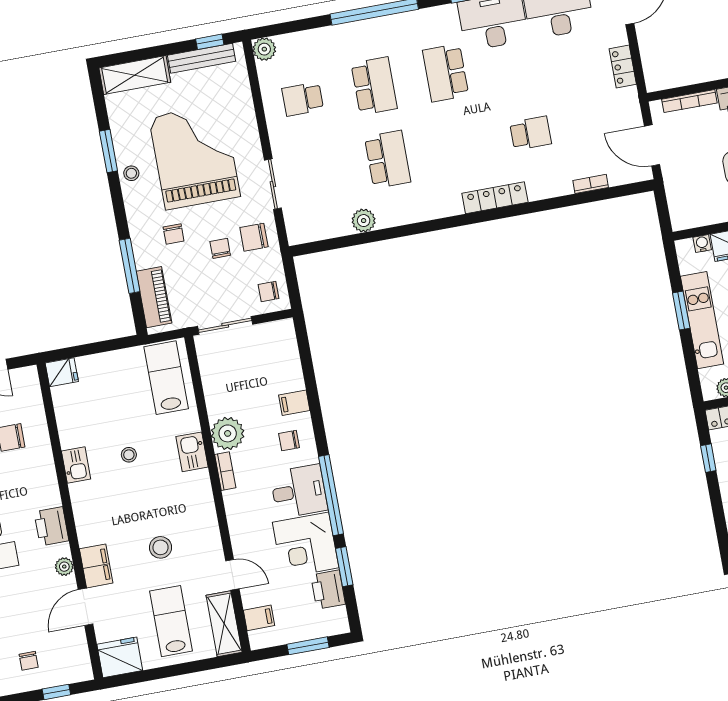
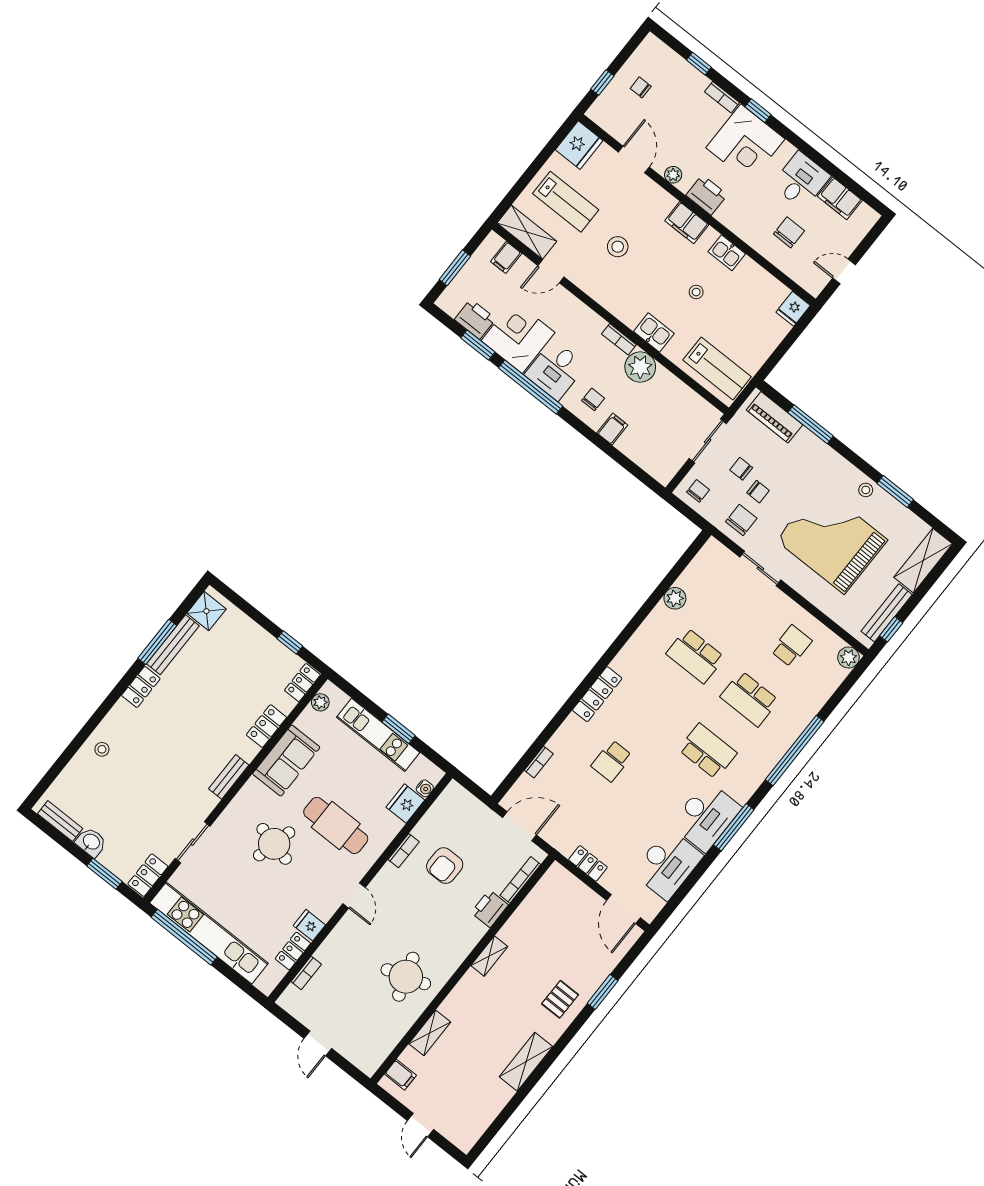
grand piano: (195, 157) -> (832, 540), turned 180
chair: (174, 234) -> (741, 469), moved
filing cabinet: (96, 566) -> (687, 223), moved

